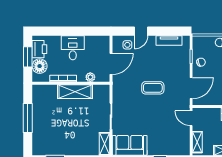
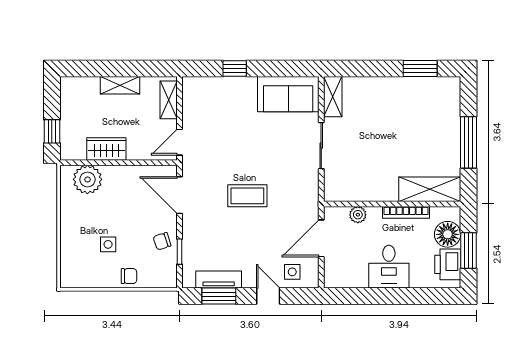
door: (141, 31) -> (268, 296), hinge flipped
window: (169, 31) -> (219, 296), added
door: (191, 88) -> (180, 195), hinge flipped
shelving: (75, 92) -> (430, 189), moved
door: (191, 118) -> (180, 142), swing flipped

